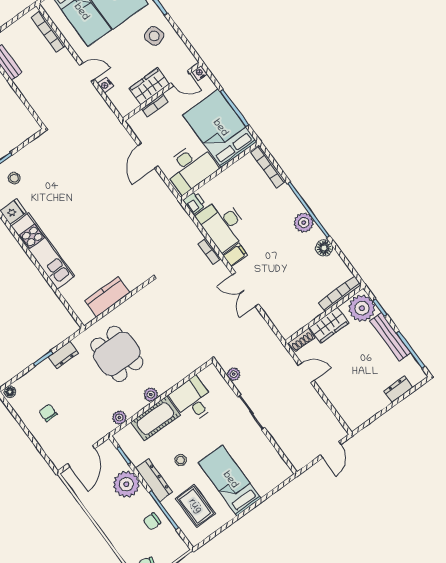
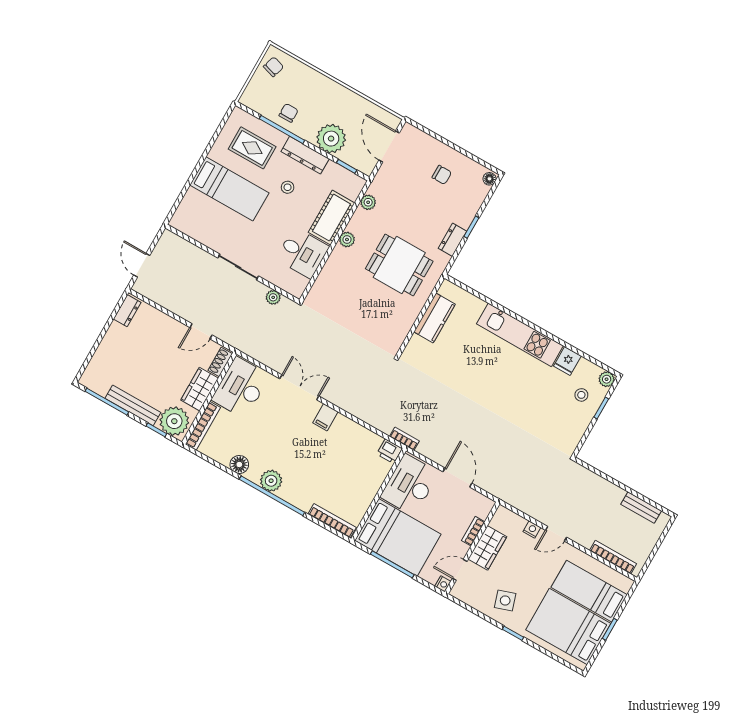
desk: (223, 224) -> (241, 388), moved, turned -90
bookcase: (209, 252) -> (404, 439), moved
dresser: (398, 389) -> (127, 311), moved

